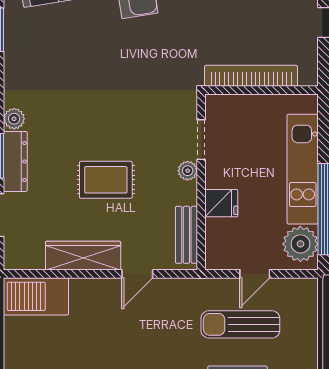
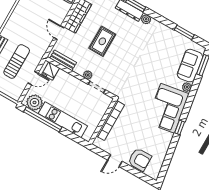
fridge: (221, 203) -> (51, 71), moved
door: (255, 274) -> (33, 78), swing flipped

